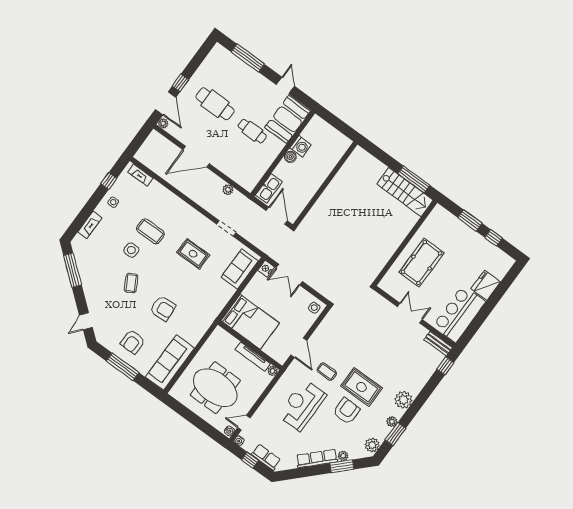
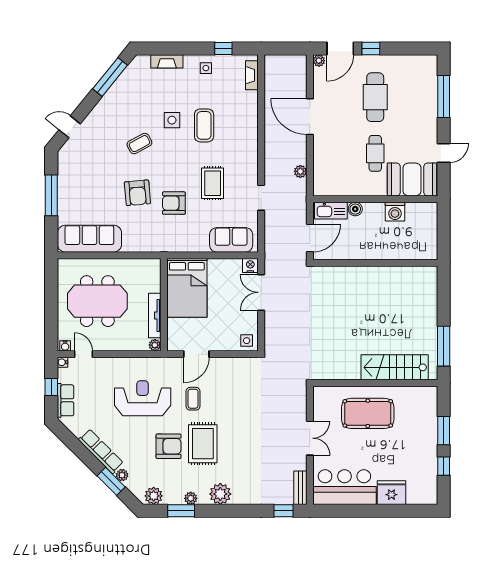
boiler: (290, 157) -> (355, 209), moved
stairs: (405, 192) -> (395, 367), moved, turned 90
armchair: (133, 342) -> (174, 203), moved
meeting table: (215, 388) -> (97, 301), turned 90

